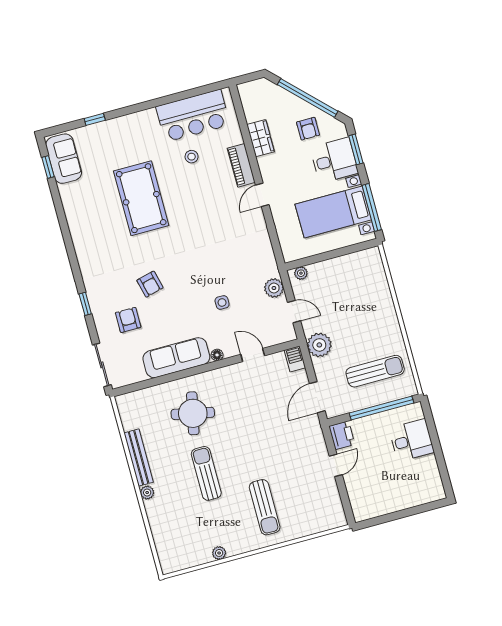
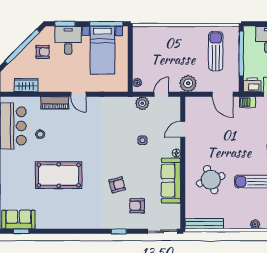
wardrobe: (261, 138) -> (26, 85), moved
barbecue: (295, 359) -> (247, 102), moved
round table: (193, 413) -> (211, 180), turned -31
bench: (139, 458) -> (204, 224), moved

